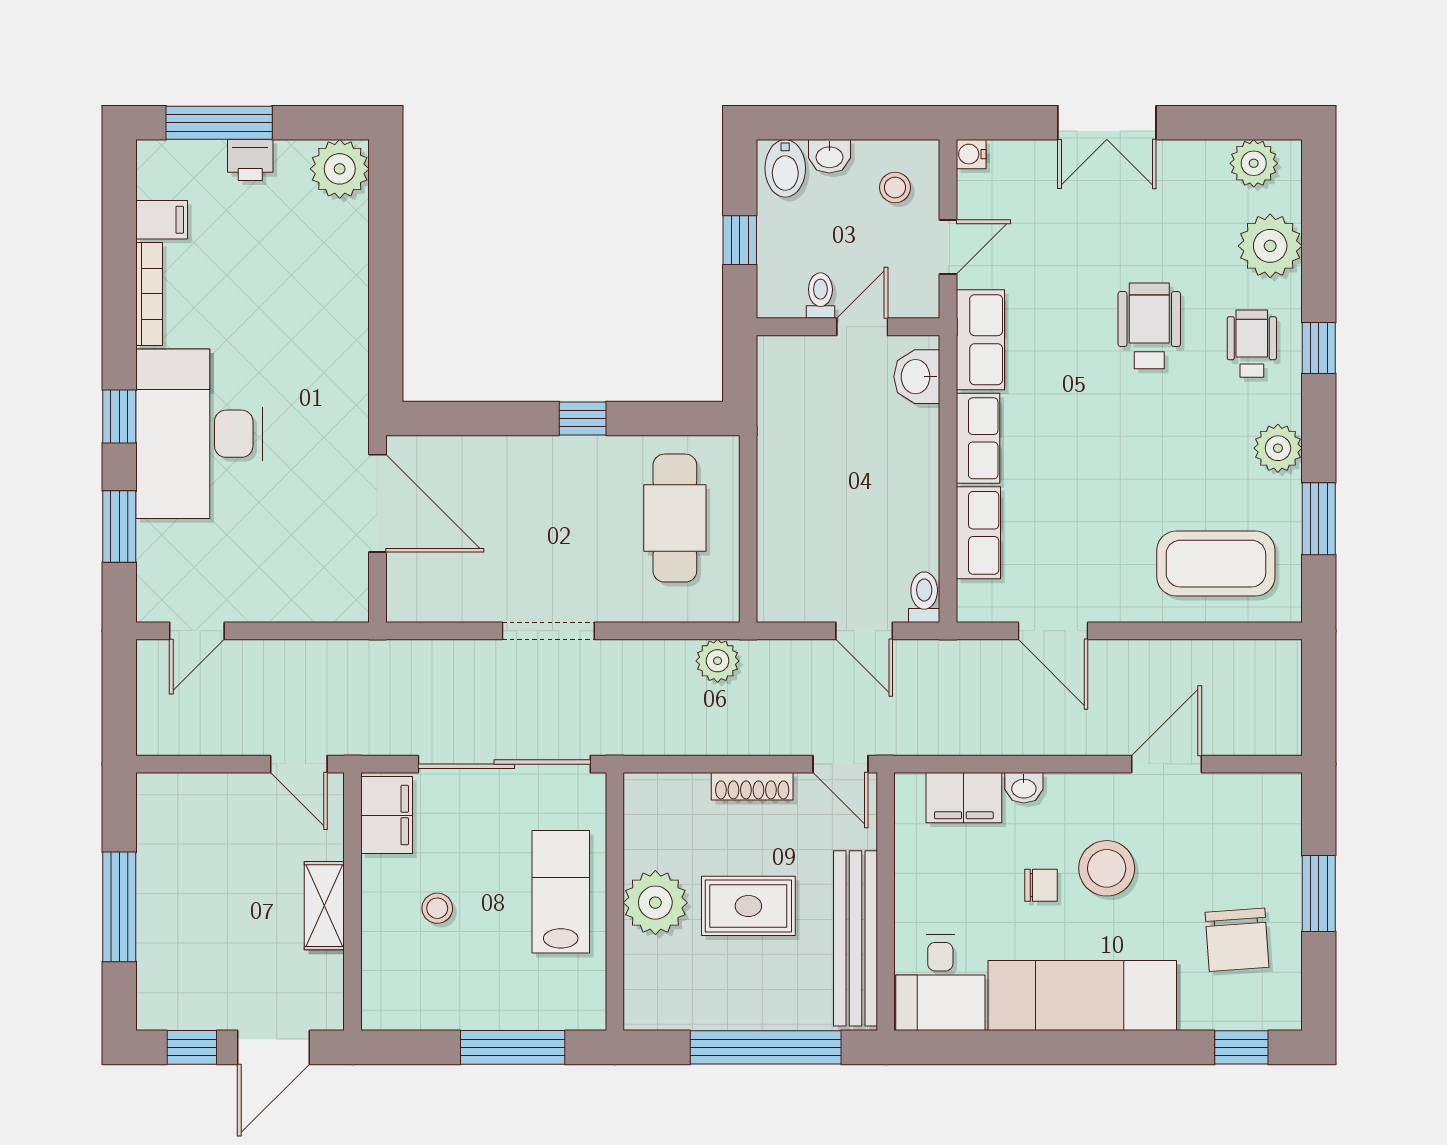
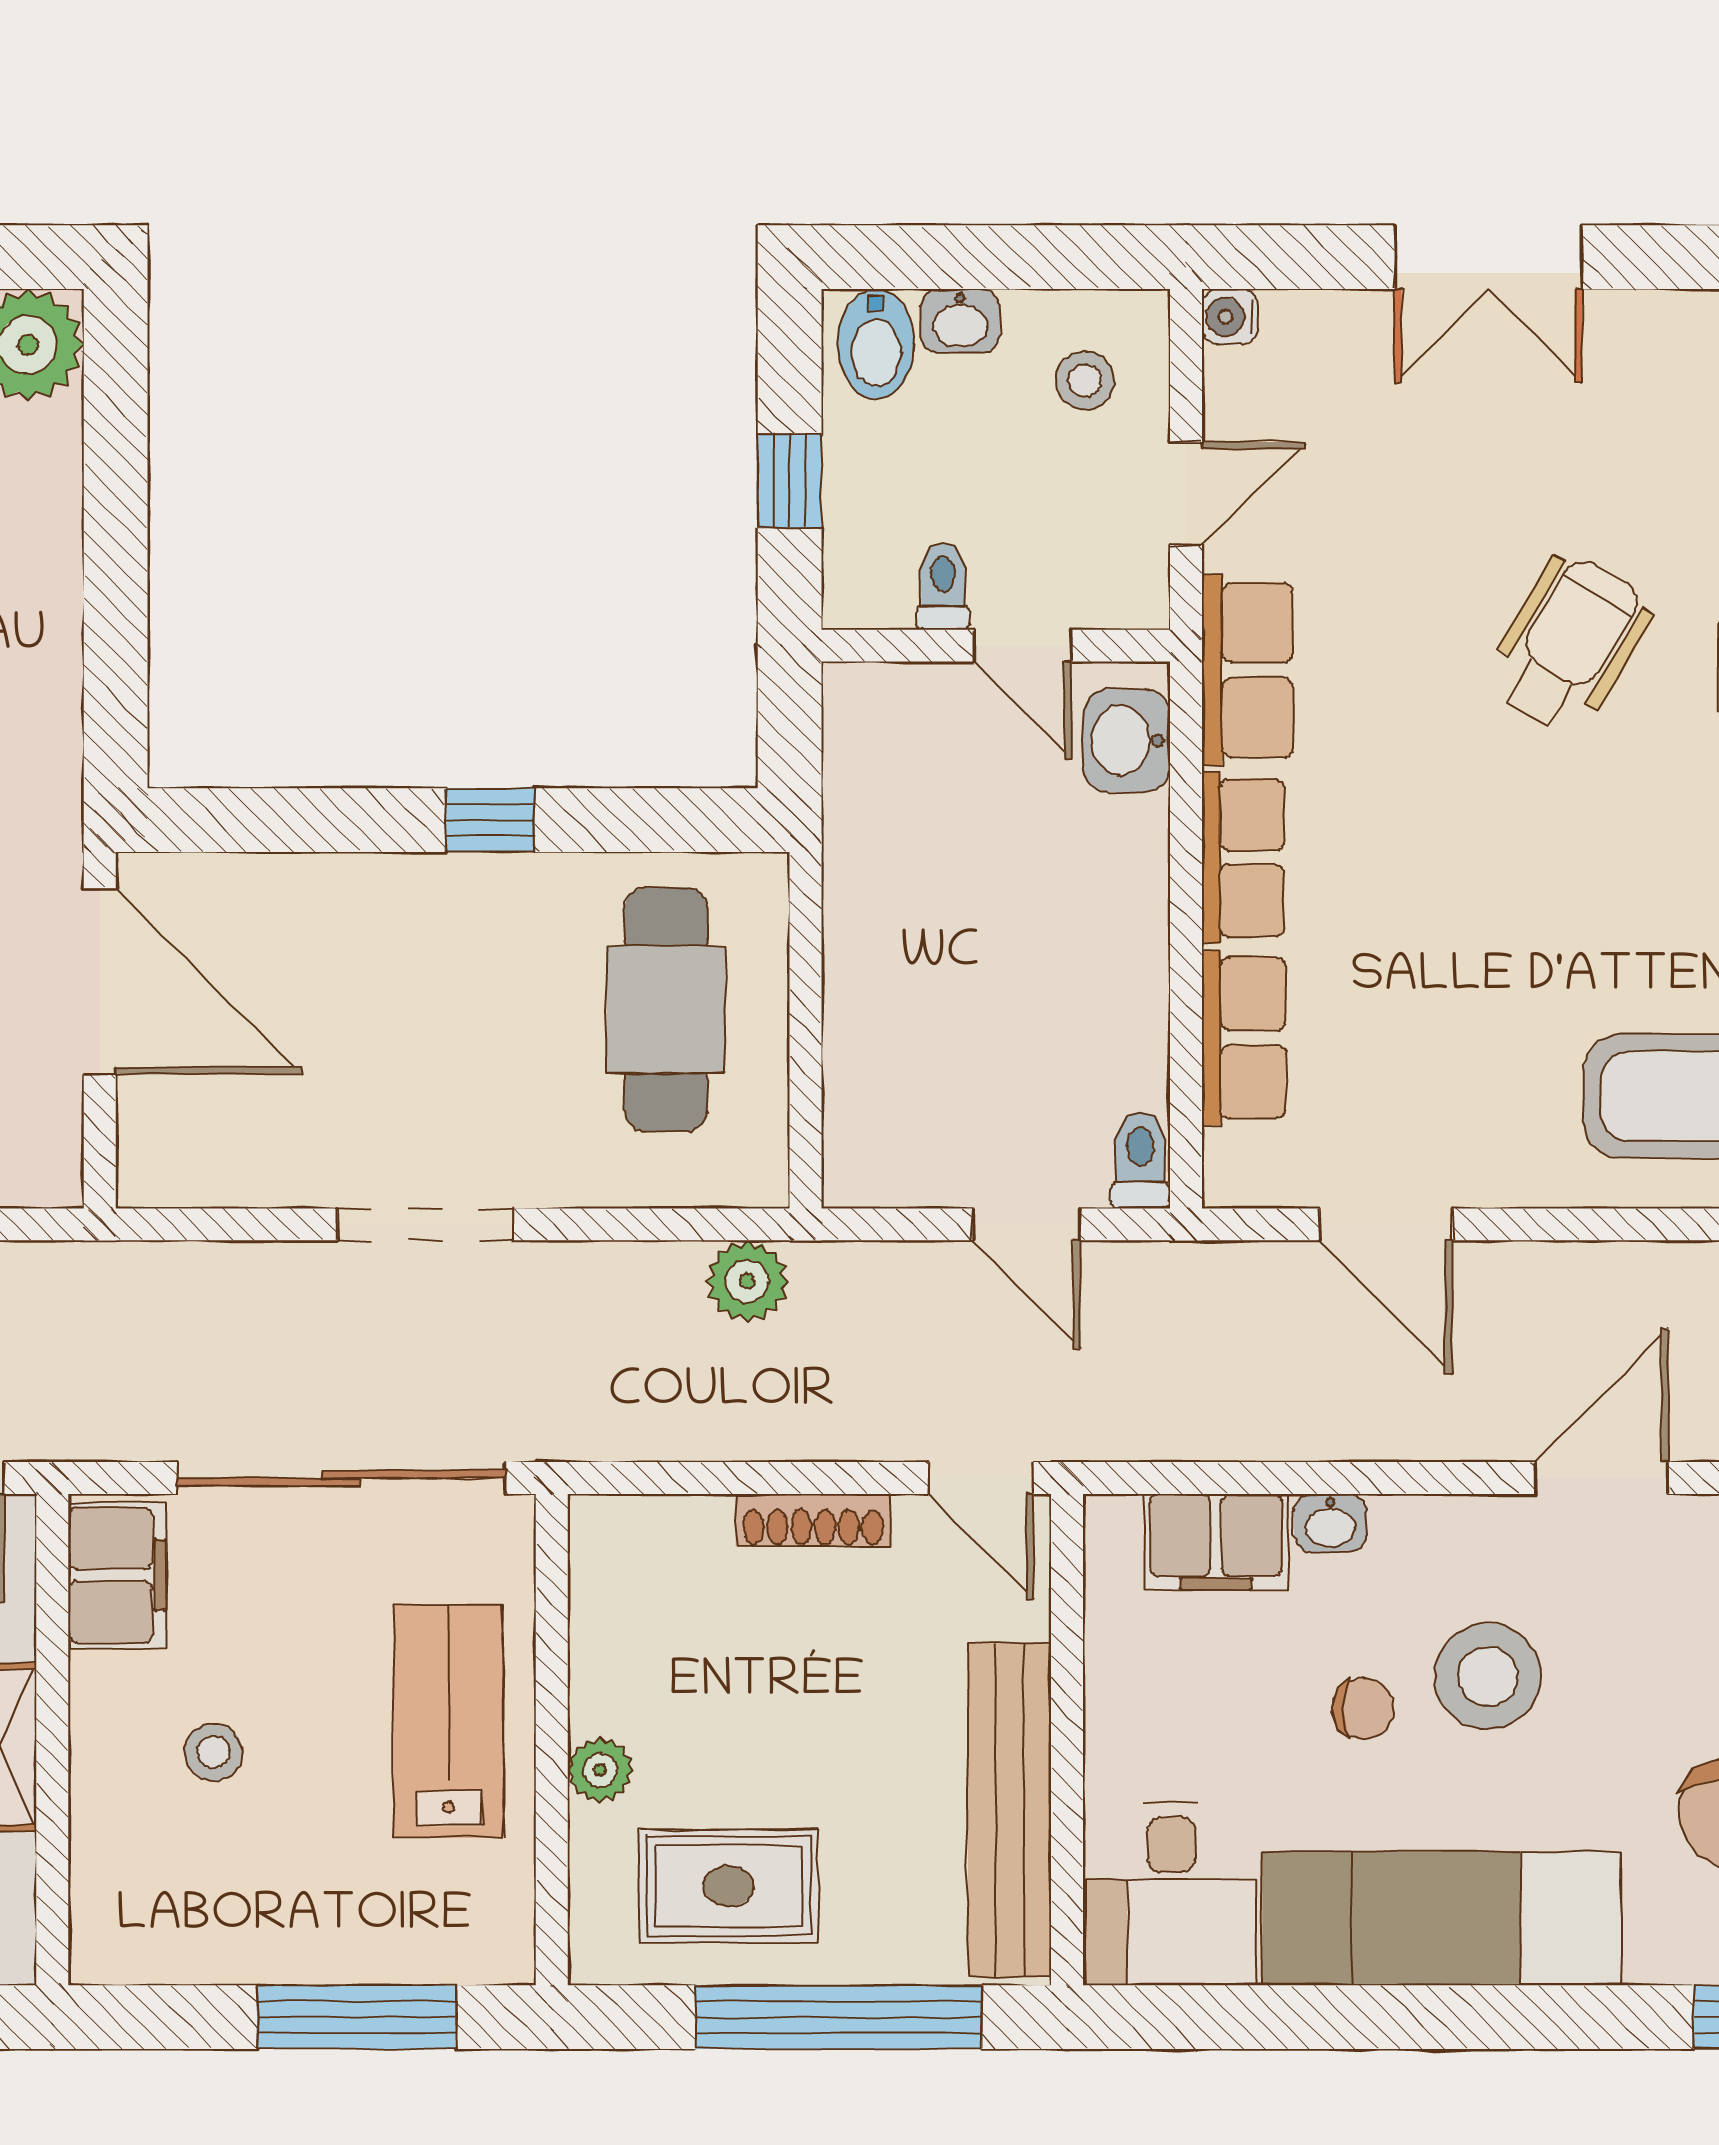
wheelchair: (1149, 326) -> (1569, 644), turned 31
door: (862, 327) -> (1023, 646), swing flipped
plant: (655, 903) -> (600, 1770), width x0.53, depth x0.53
rug: (748, 906) -> (729, 1886), moved

